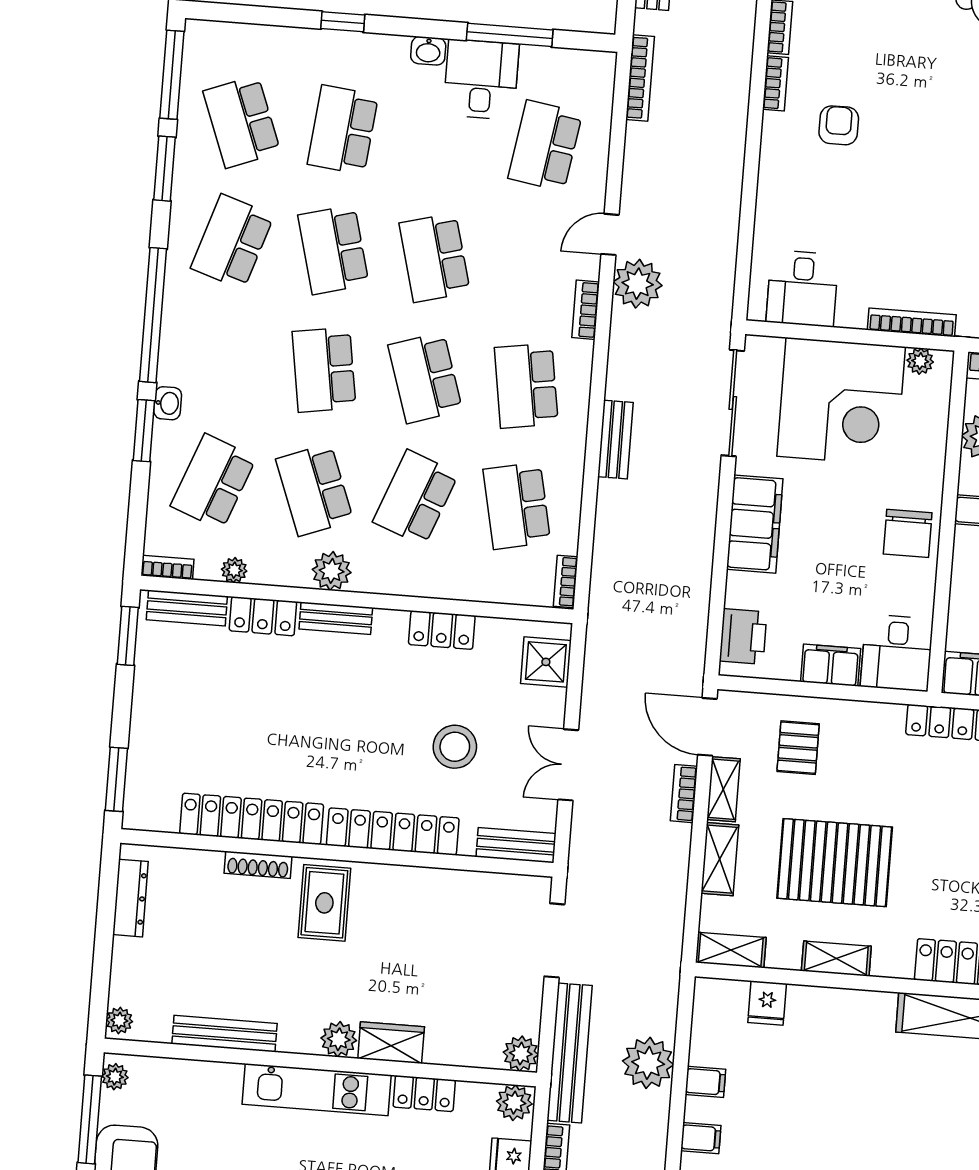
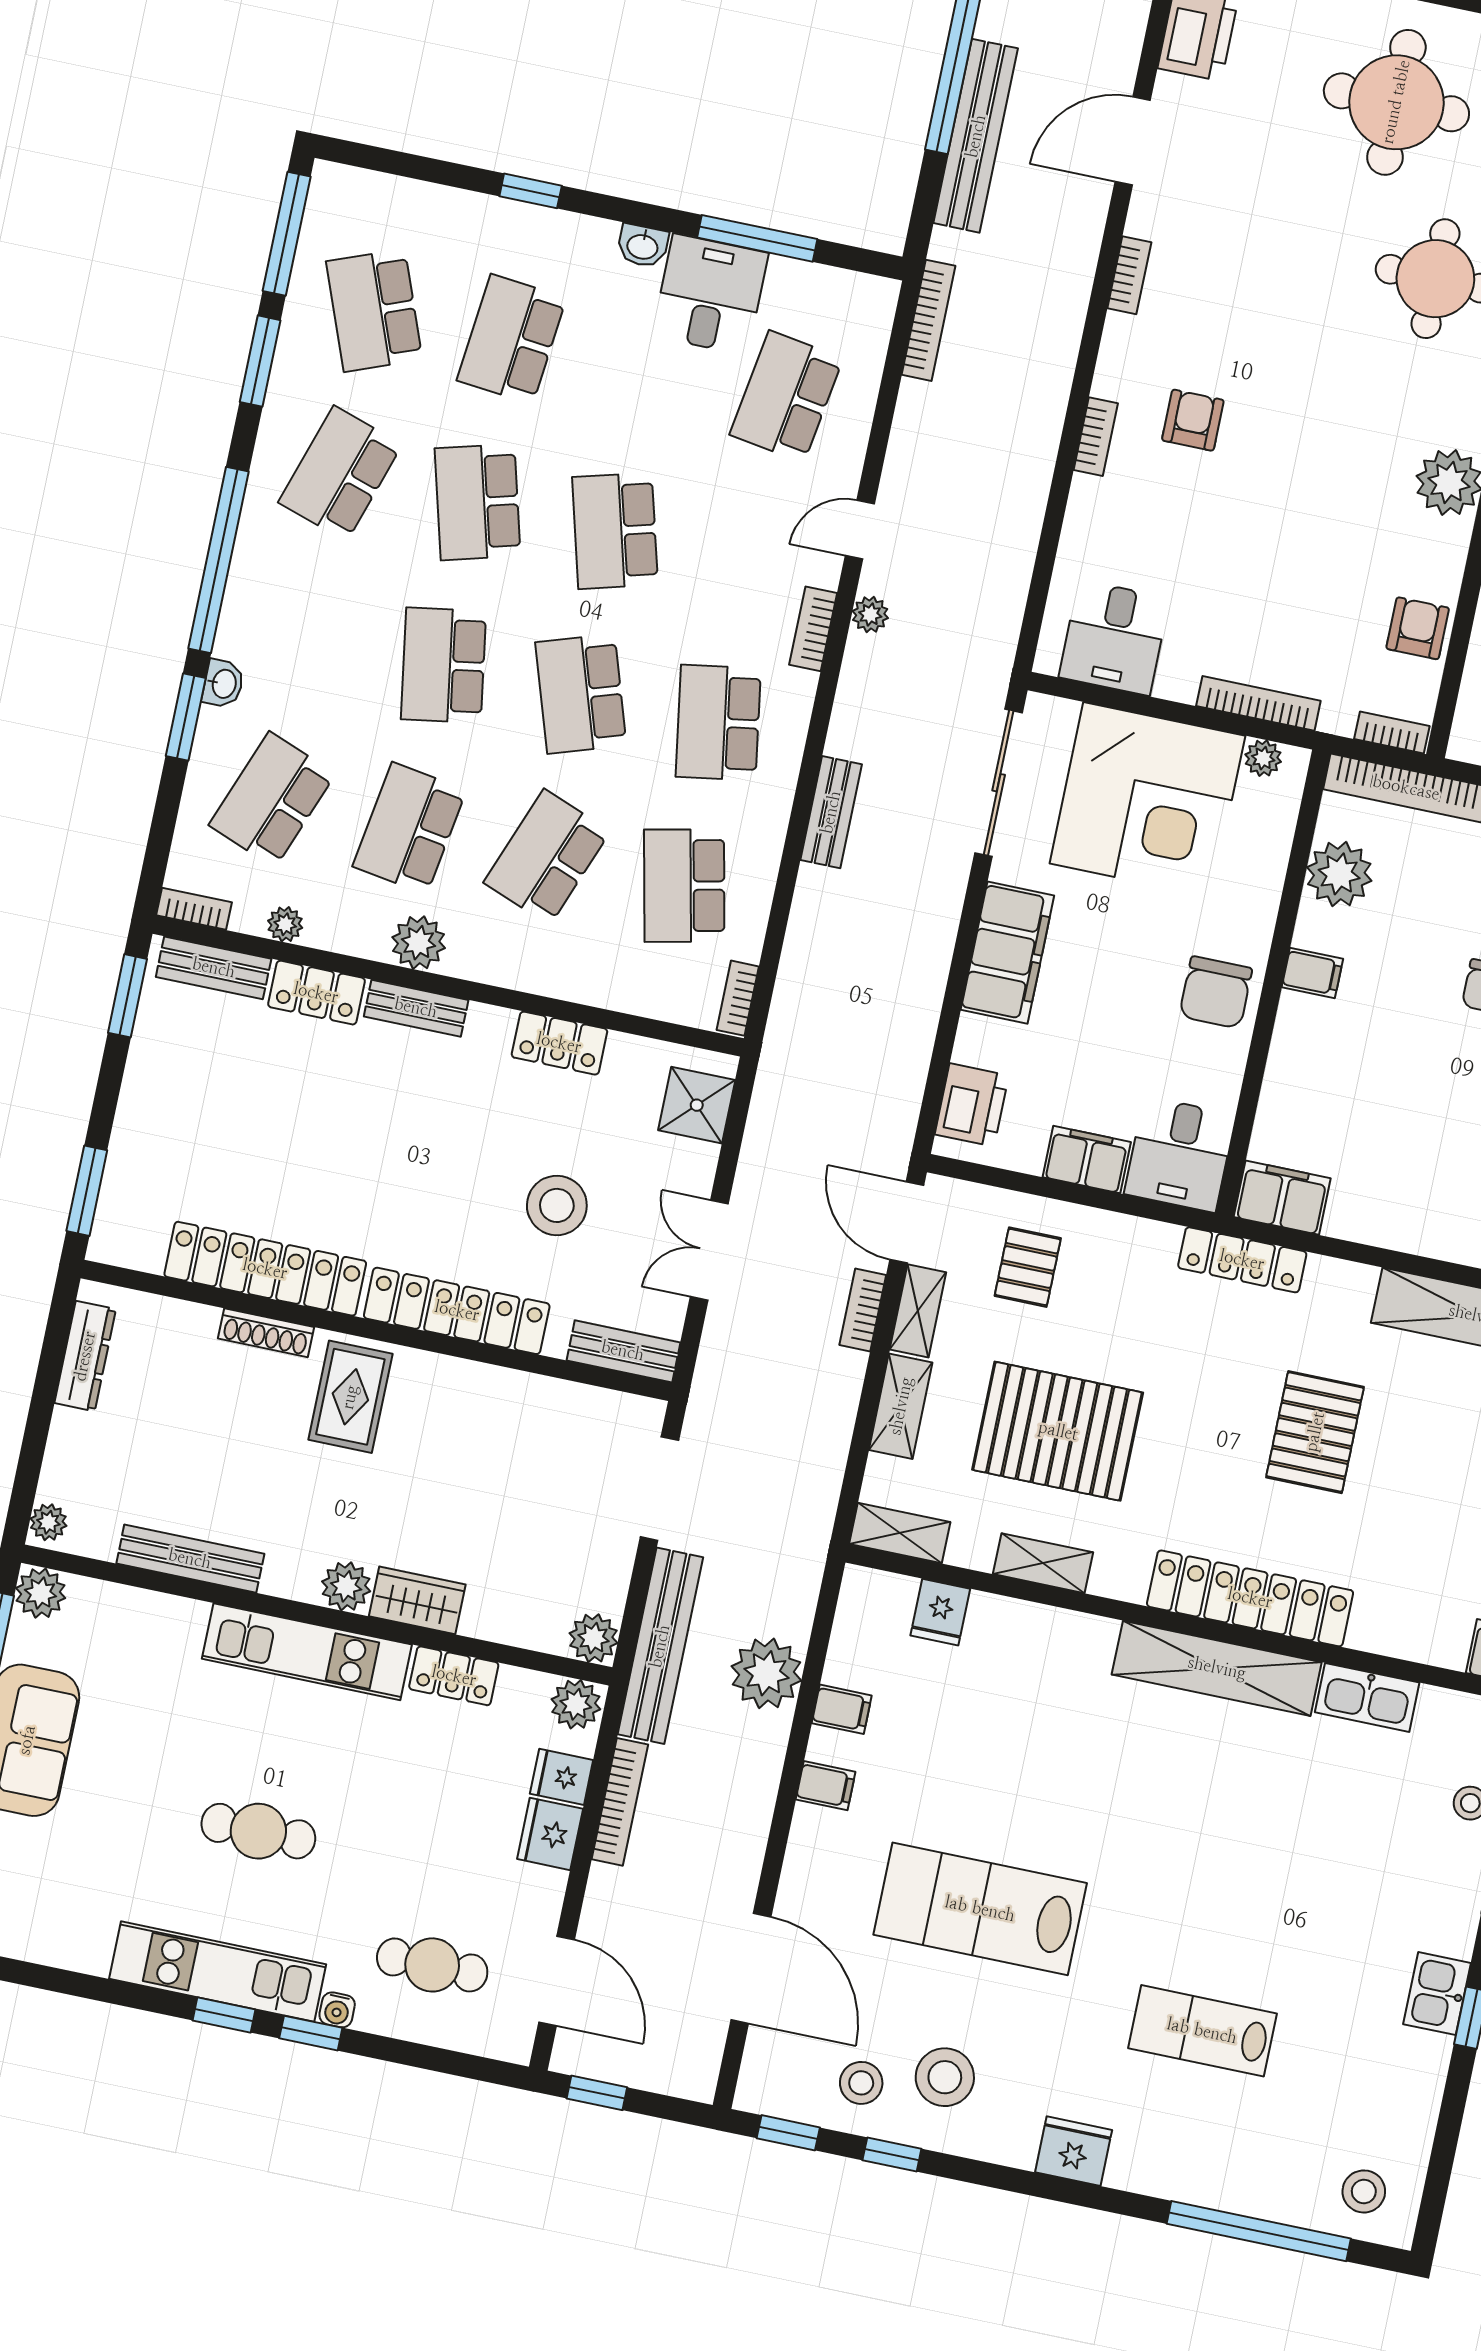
bookcase: (776, 83) -> (1096, 437), moved
plant: (638, 284) -> (870, 614), width x0.53, depth x0.53
school desk: (315, 490) -> (409, 828), turned 30
plant: (115, 1077) -> (41, 1593), width x1.38, depth x1.38

